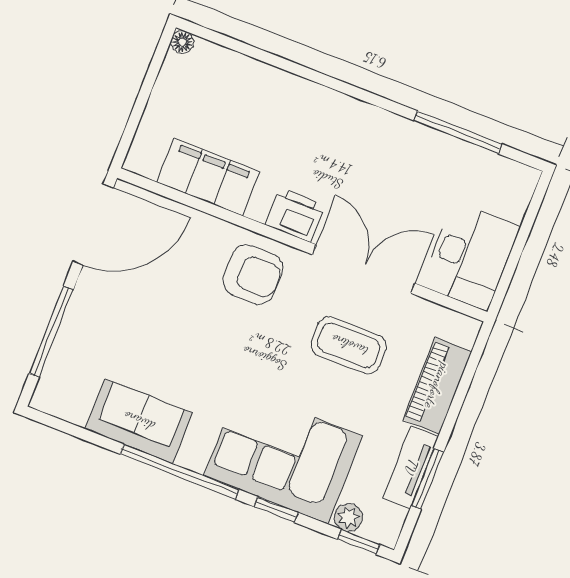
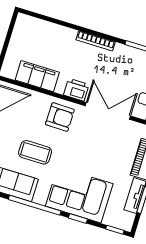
floor lamp: (182, 42) -> (22, 18), removed
bookcase: (348, 107) -> (96, 41), added
coffee table: (349, 345) -> (35, 152), moved
plant: (348, 517) -> (110, 219), removed

